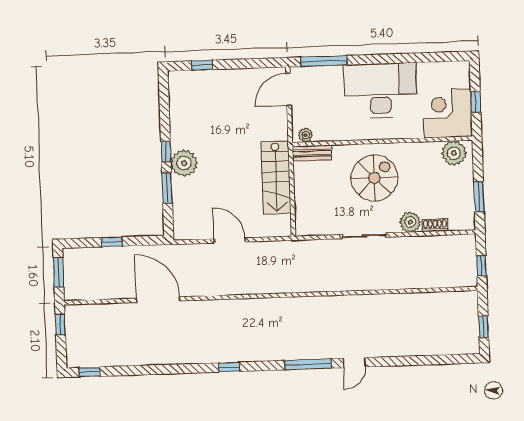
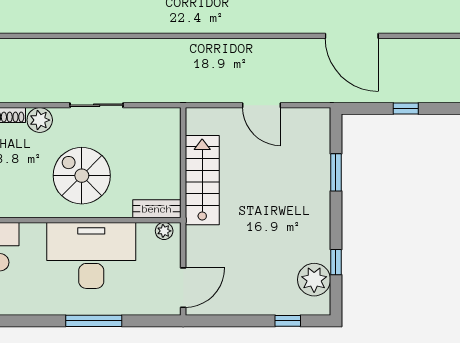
window: (324, 61) -> (94, 321), moved
desk: (380, 91) -> (91, 255), moved, turned 180
window: (166, 151) -> (336, 262), moved
plant: (184, 163) -> (314, 280), moved
spiral stairs: (374, 178) -> (82, 176), turned 90

